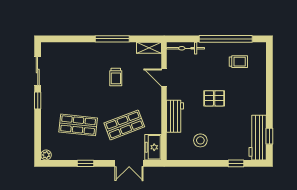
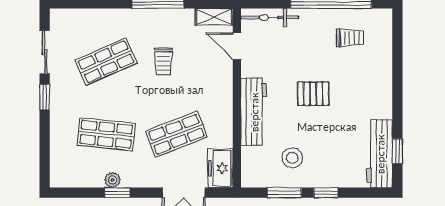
shop shelf: (78, 77) -> (106, 62), added
door: (164, 78) -> (237, 46), moved
workbench: (175, 116) -> (254, 112), width x1.38
plant: (46, 155) -> (113, 180), moved
window: (195, 163) -> (284, 193), added
window: (236, 163) -> (326, 193), moved

